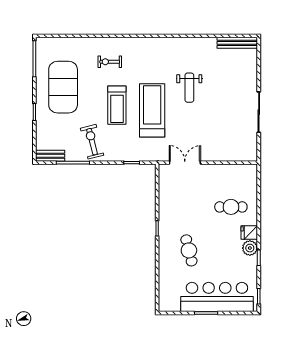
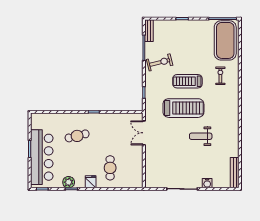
water cooler: (251, 79) -> (207, 183), added
exercise mat: (63, 87) -> (225, 40), moved, turned 90
double door: (185, 163) -> (144, 133), swing flipped
plant: (250, 248) -> (69, 182), moved

